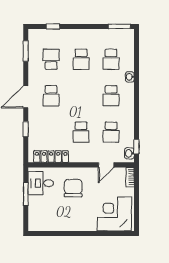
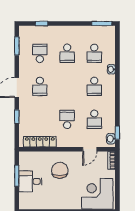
school desk: (81, 132) -> (67, 119), turned 180
desk: (41, 183) -> (30, 181), moved

